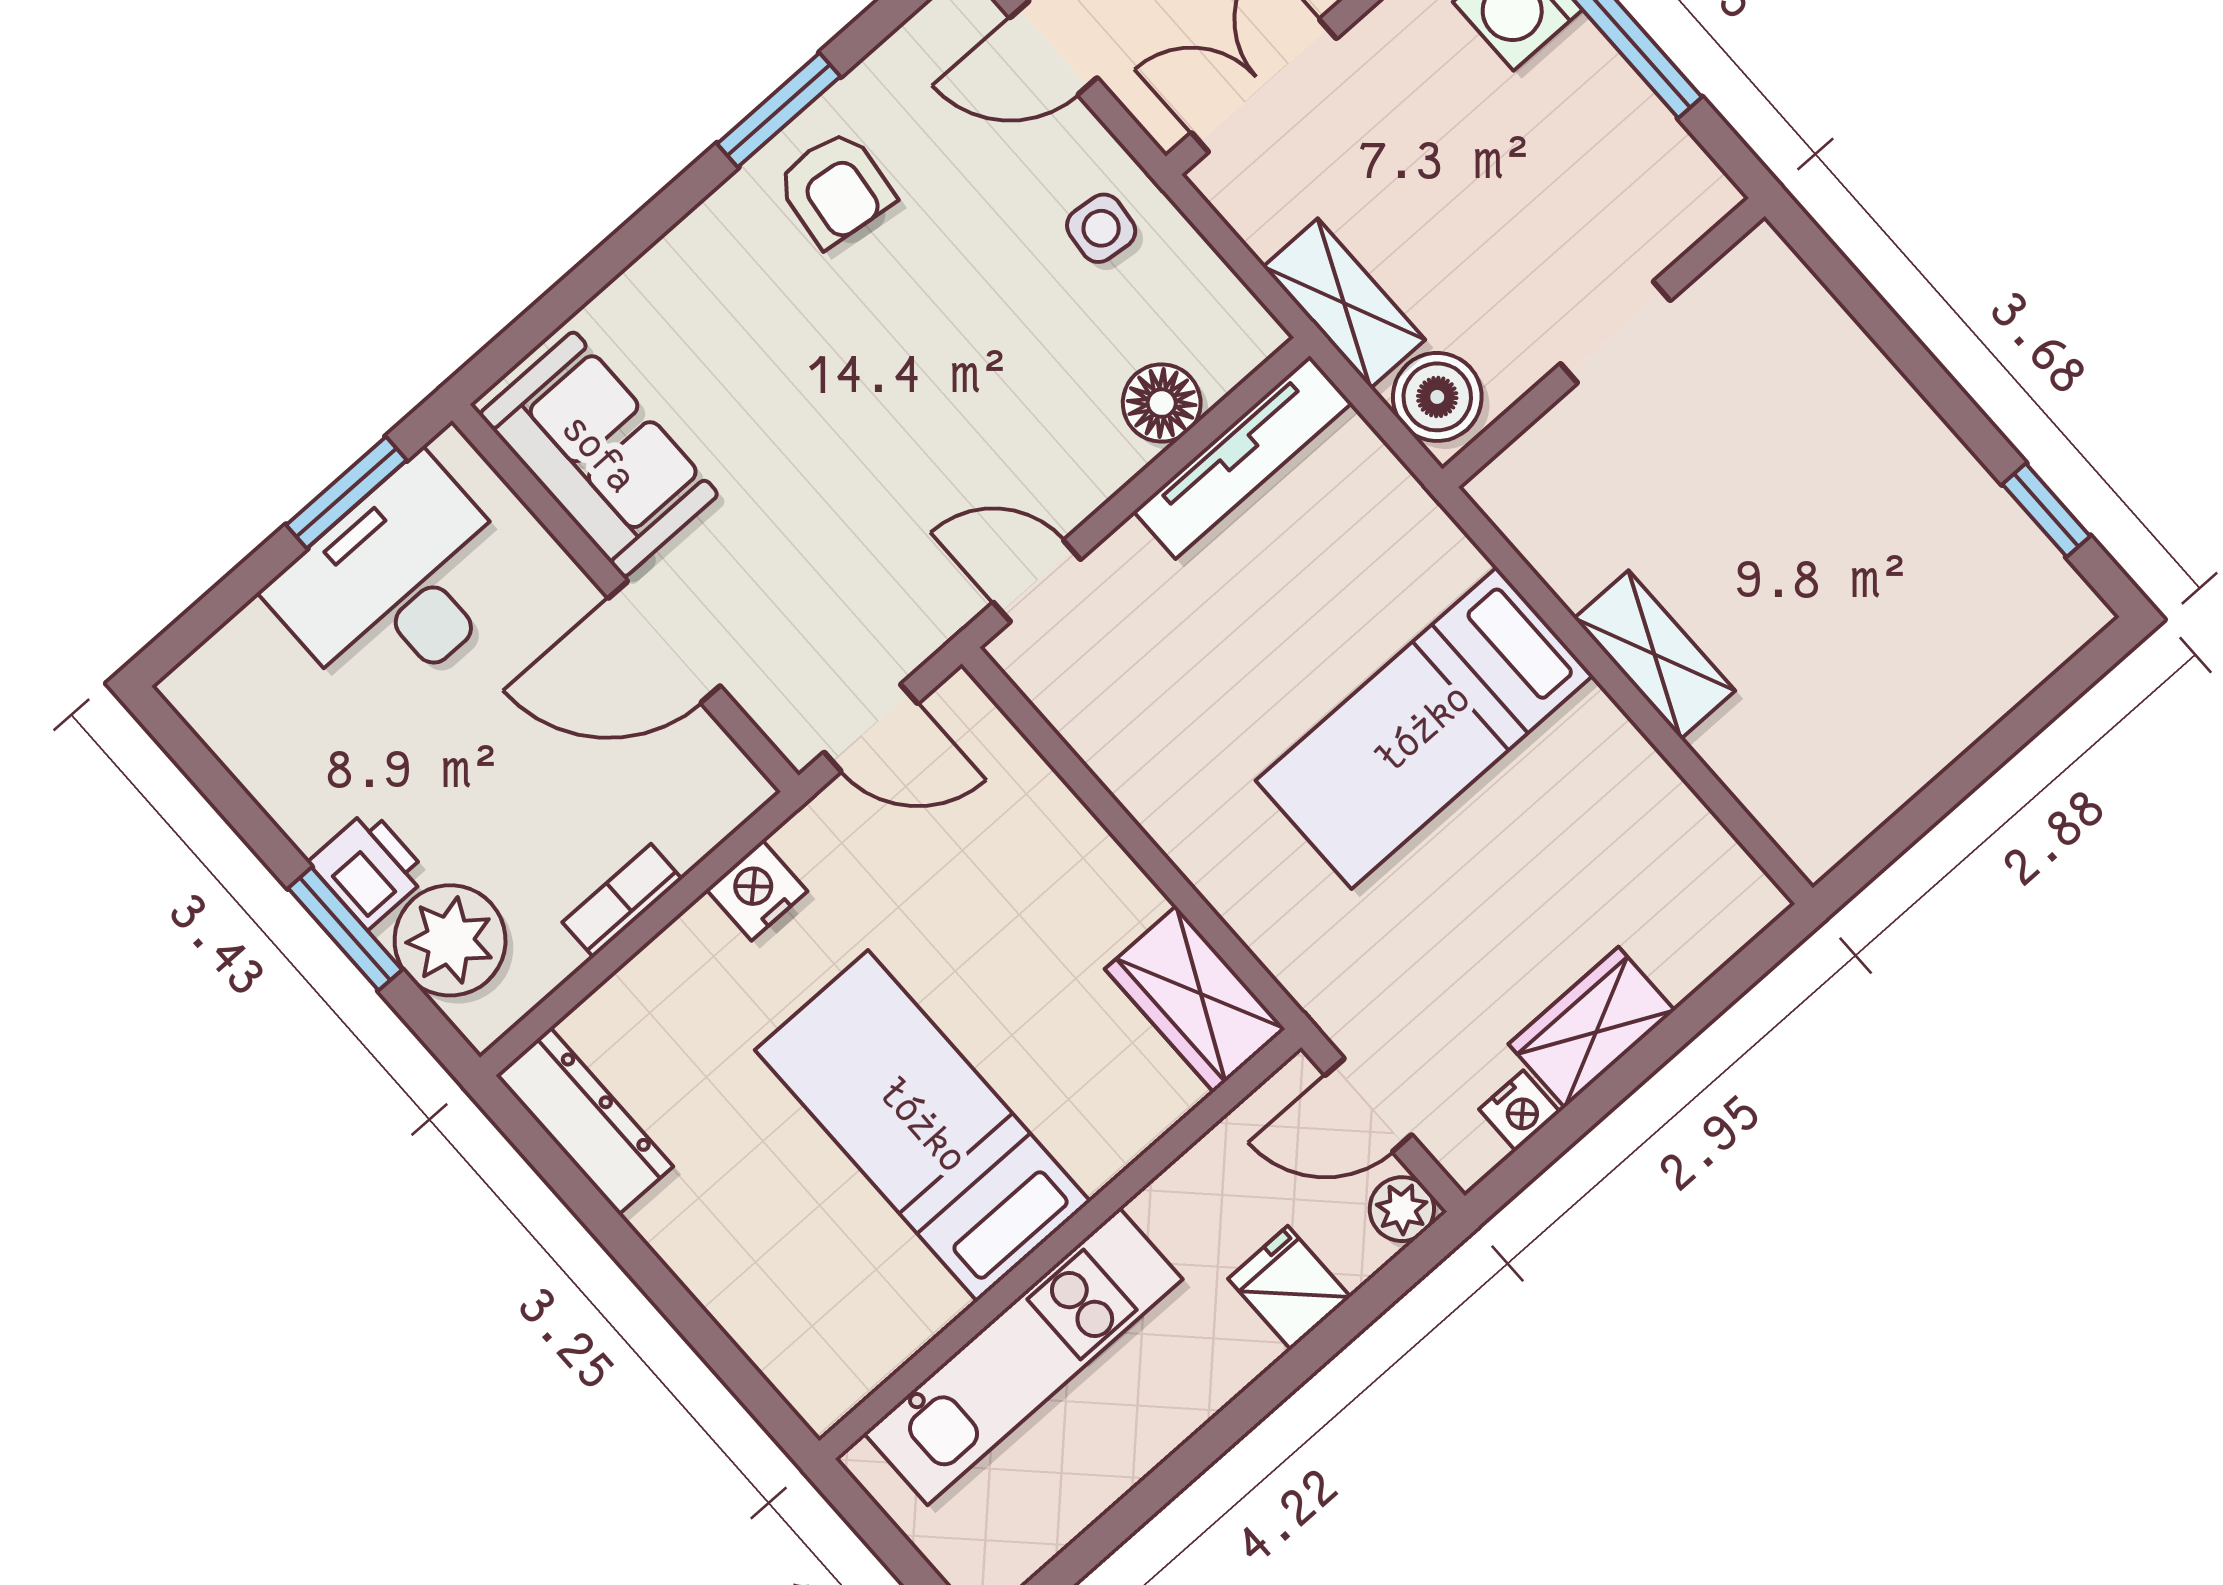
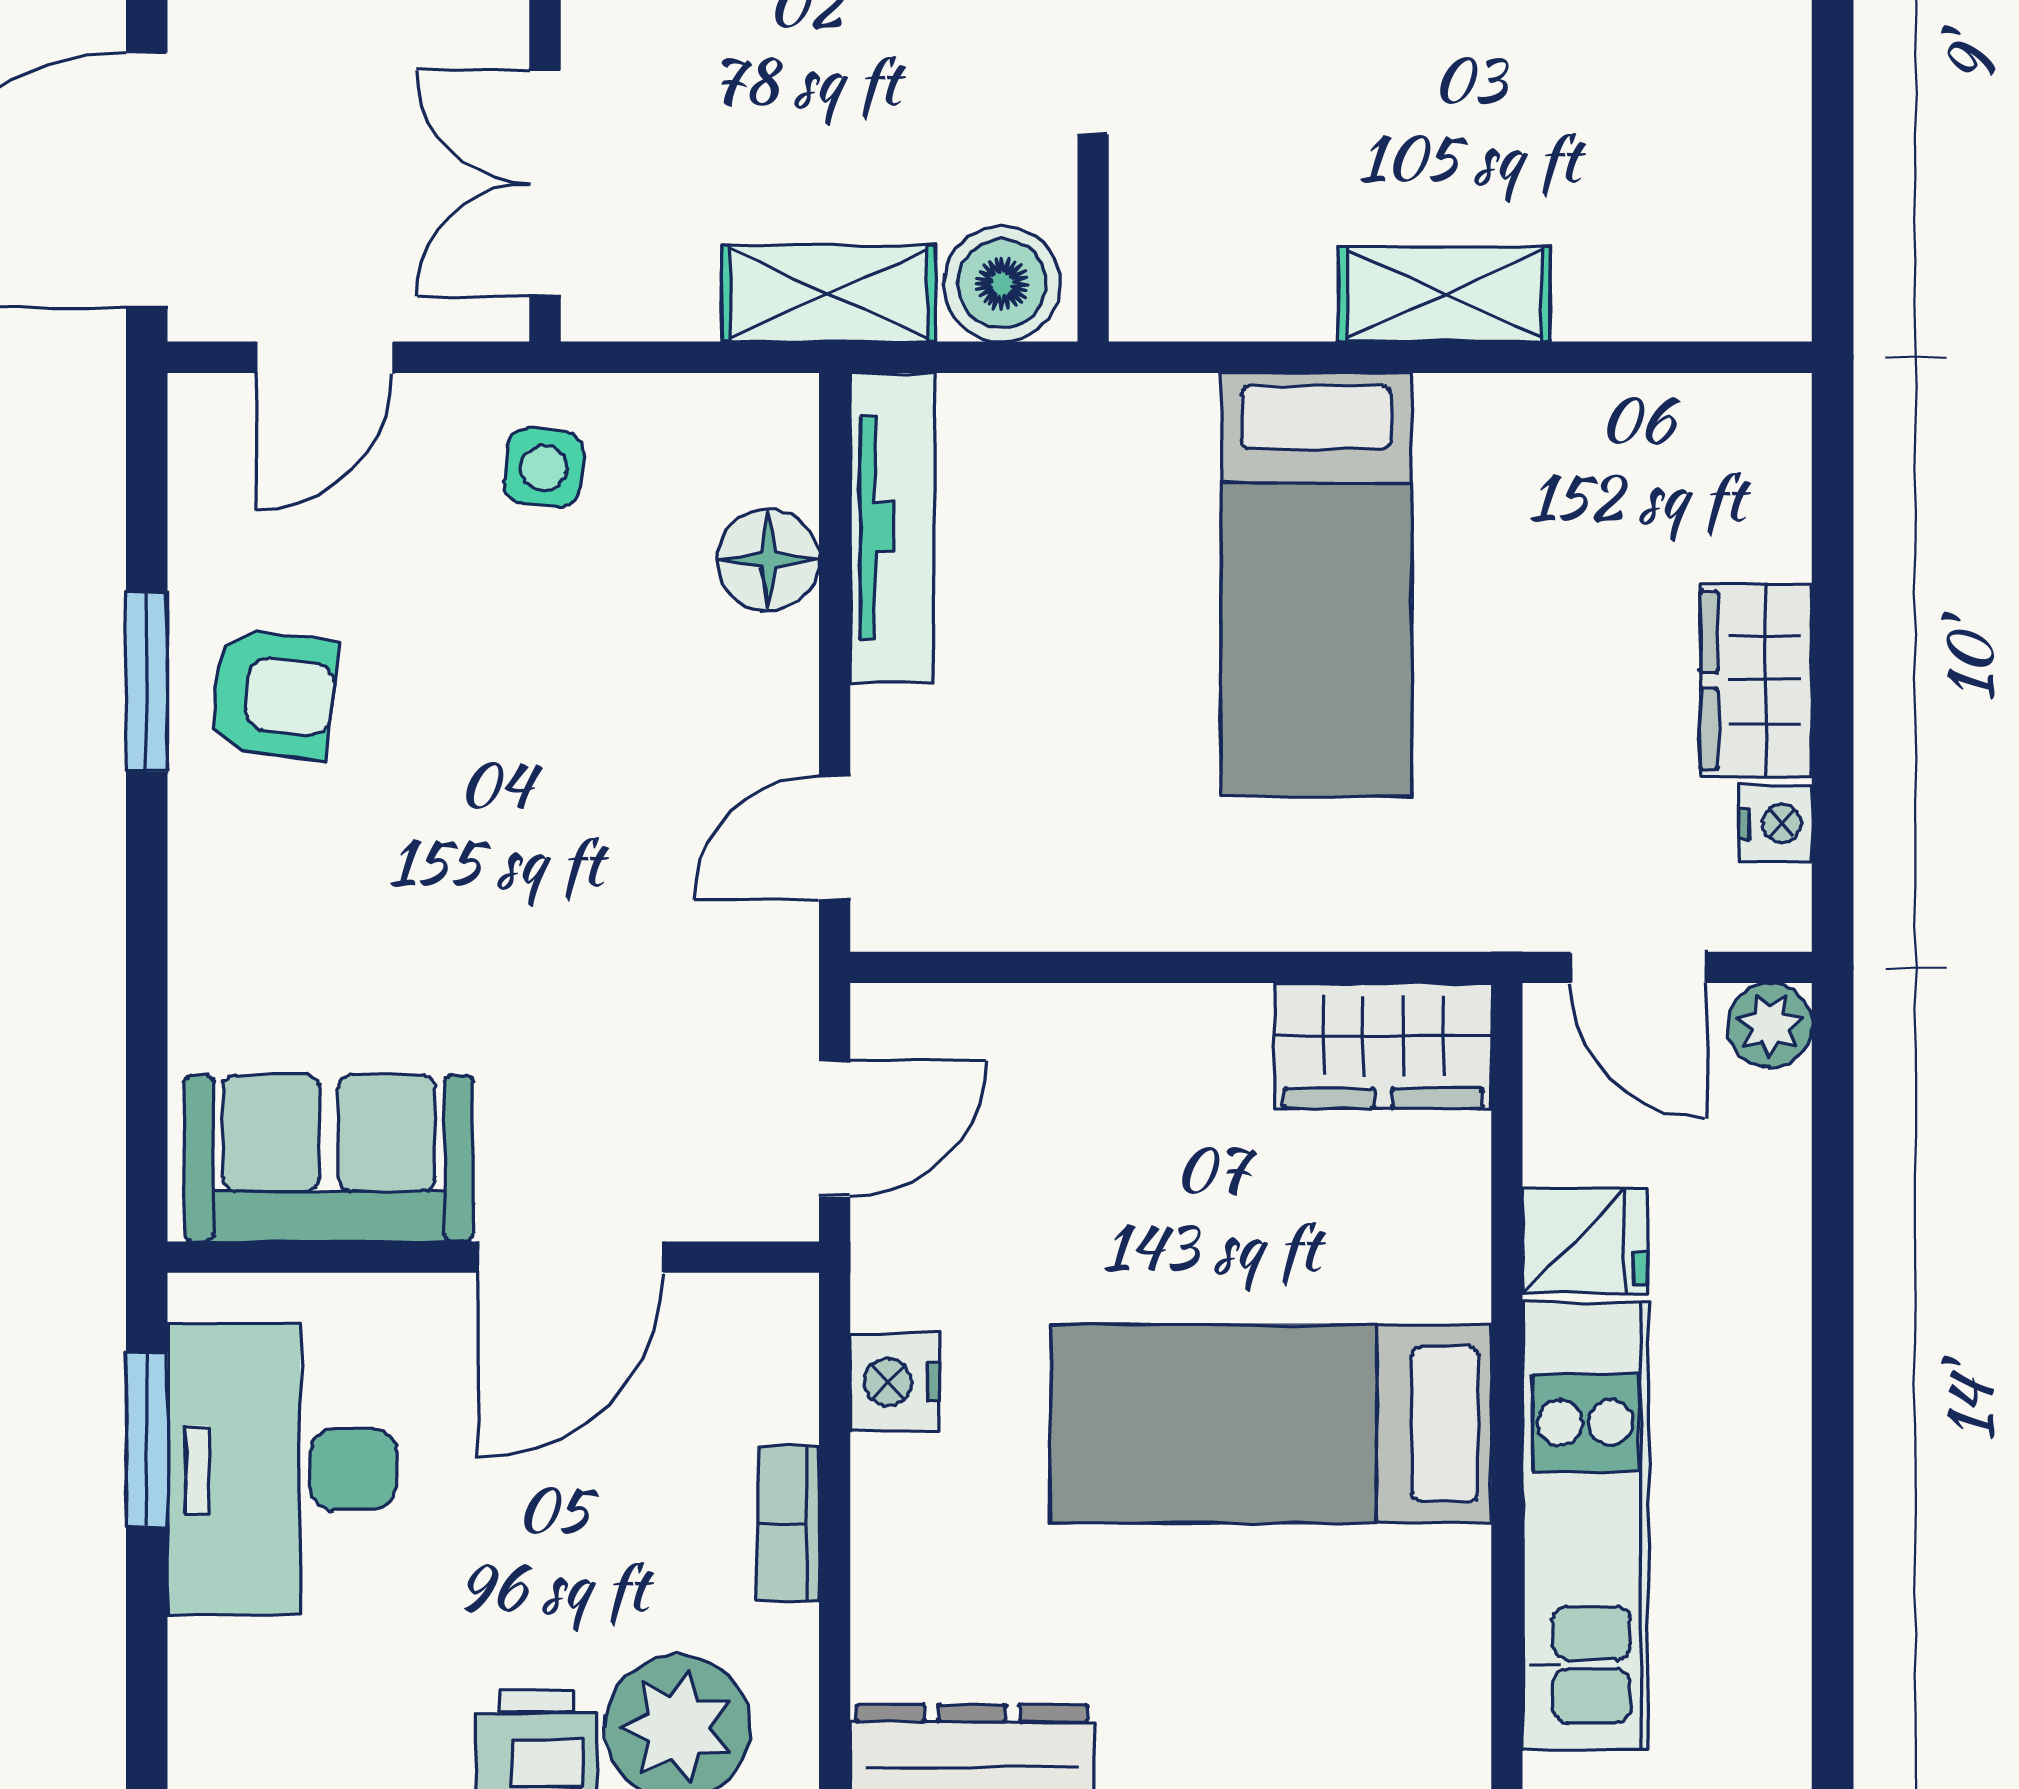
door: (1368, 1105) -> (1638, 967), hinge flipped
fridge: (1289, 1288) -> (1585, 1241), moved, turned 180

